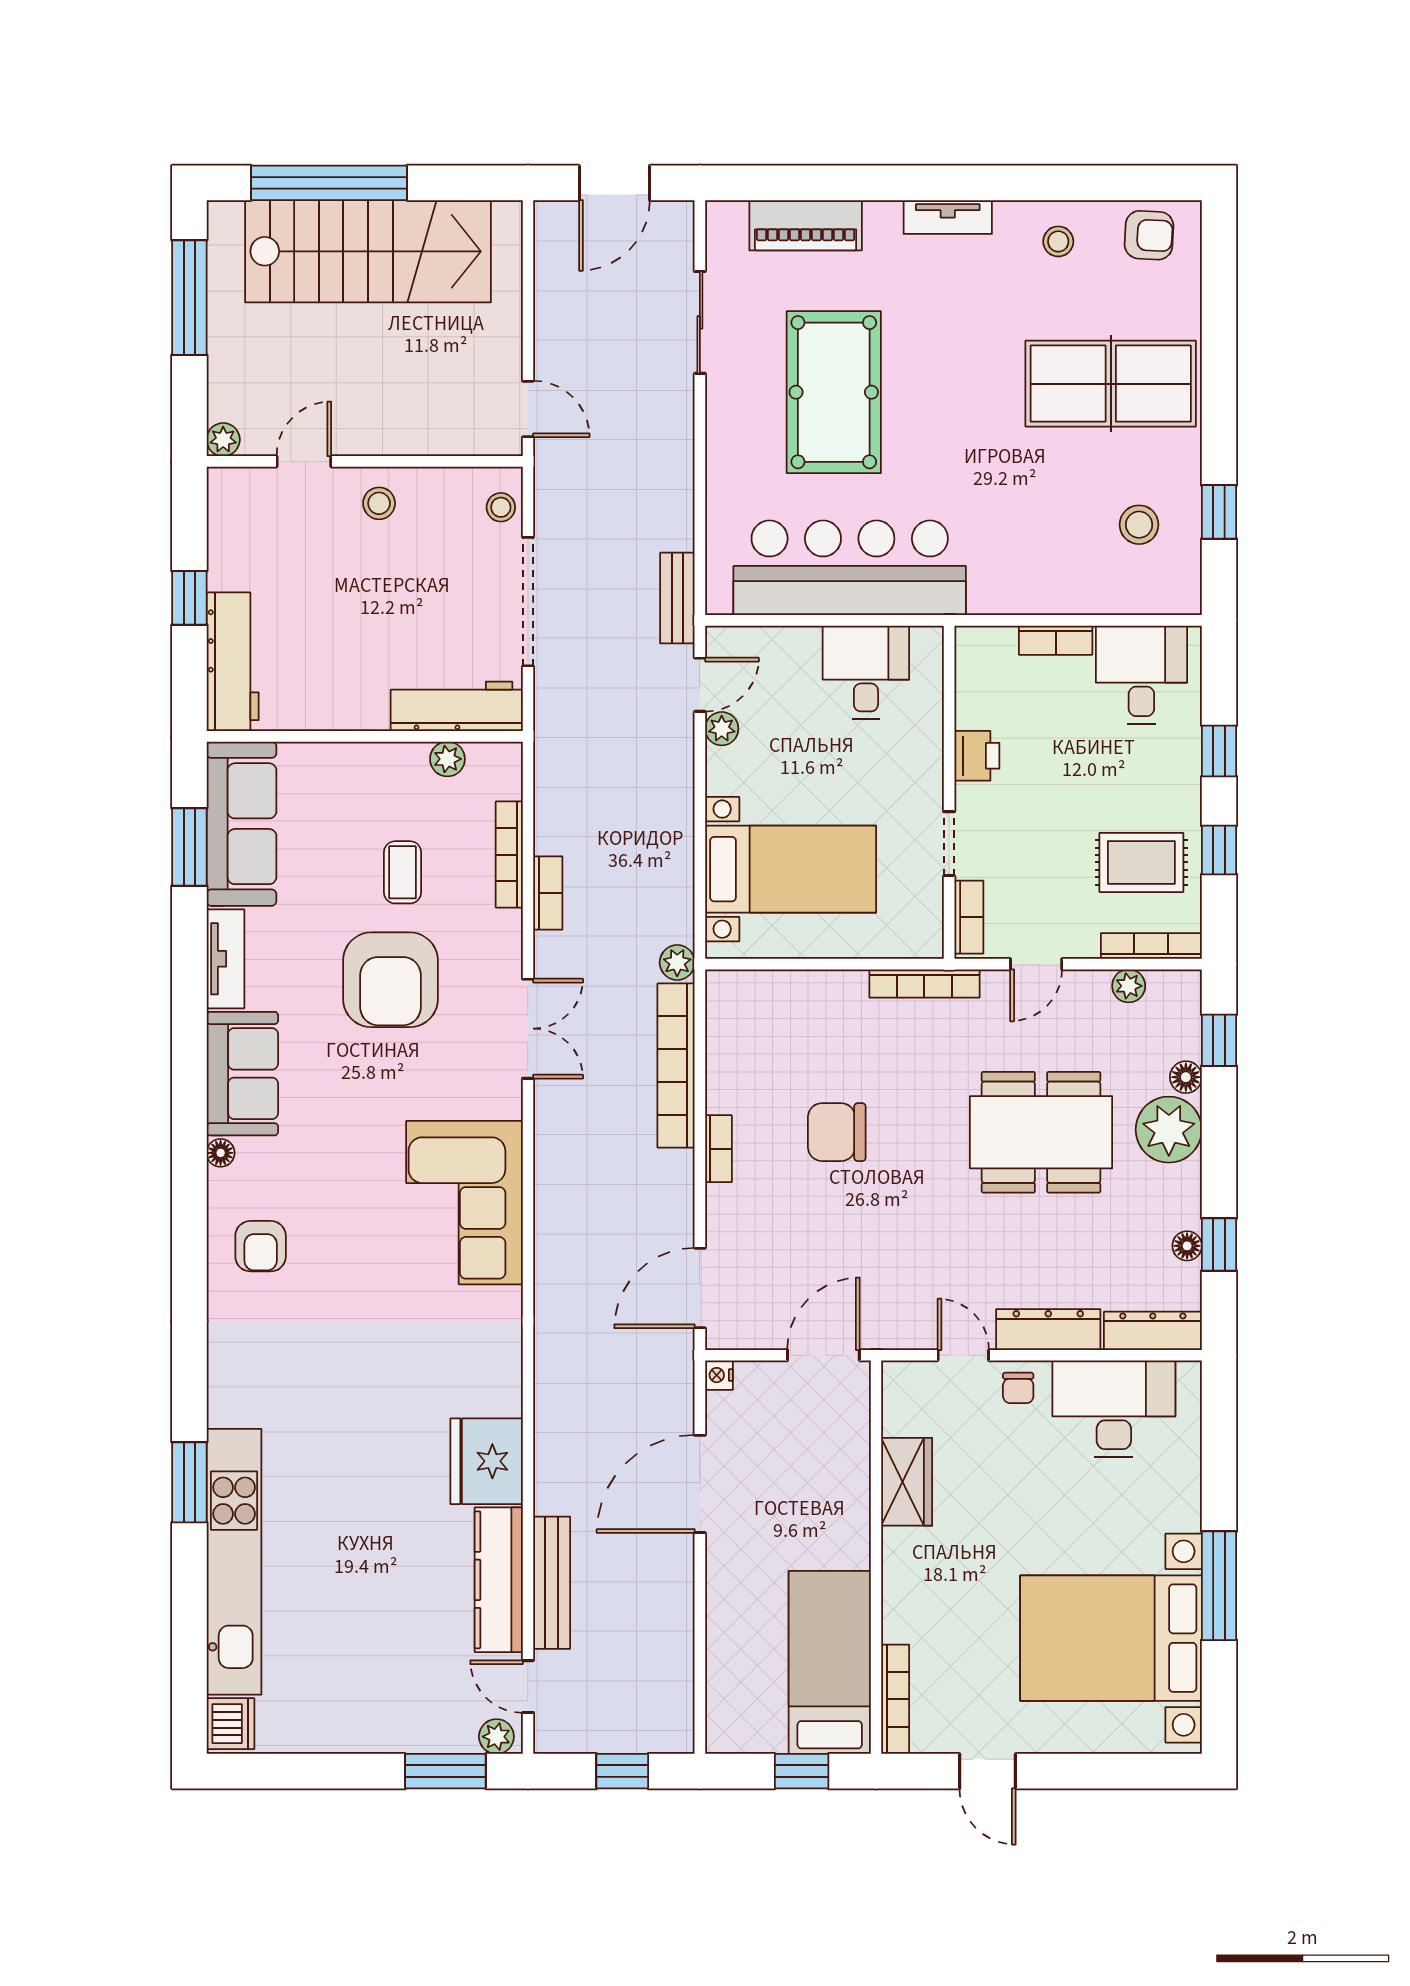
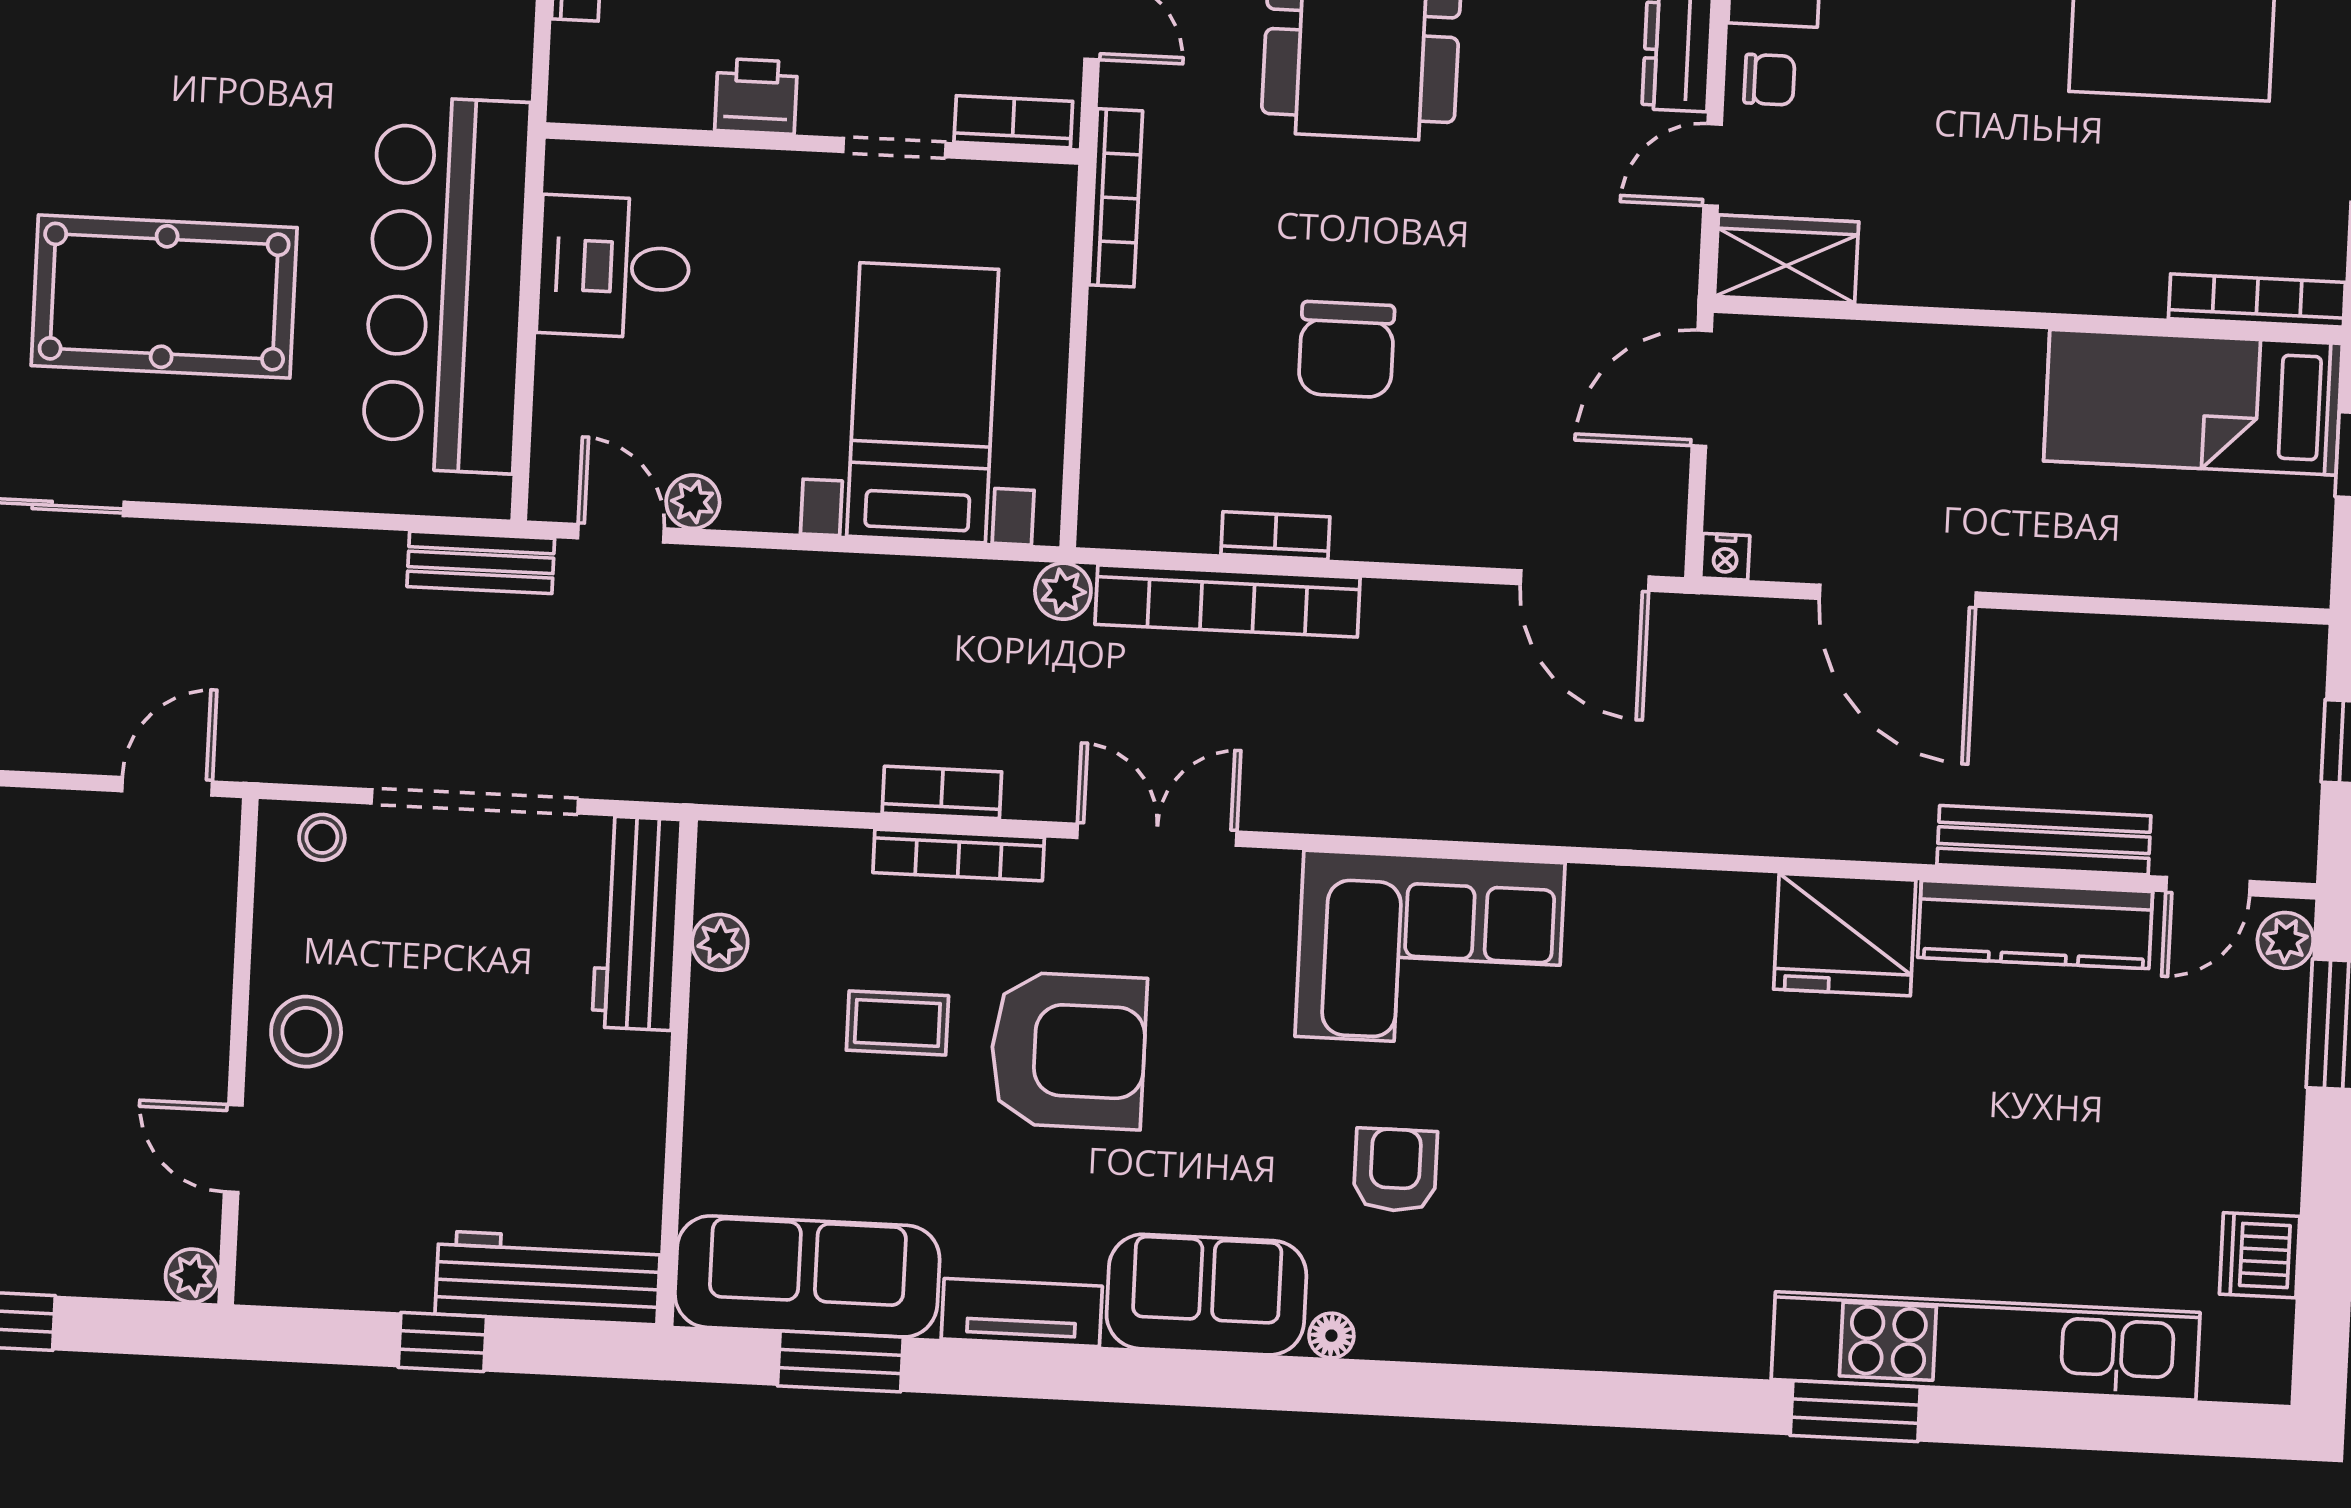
stool: (379, 503) -> (306, 1032), width x1.37, depth x1.37
bookcase: (509, 855) -> (959, 855), moved
bookcase: (718, 1149) -> (1275, 536), moved
armchair: (261, 1246) -> (1395, 1170), moved, turned -90
door: (823, 1355) -> (1702, 388), hinge flipped
wardrobe: (907, 1482) -> (1787, 259), moved
dishwasher: (230, 1724) -> (2260, 1255), moved, turned -90

